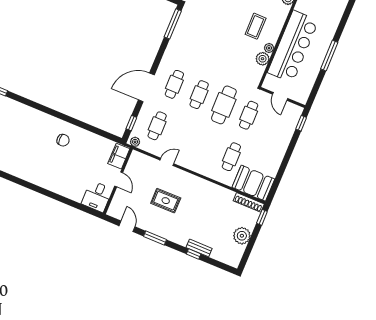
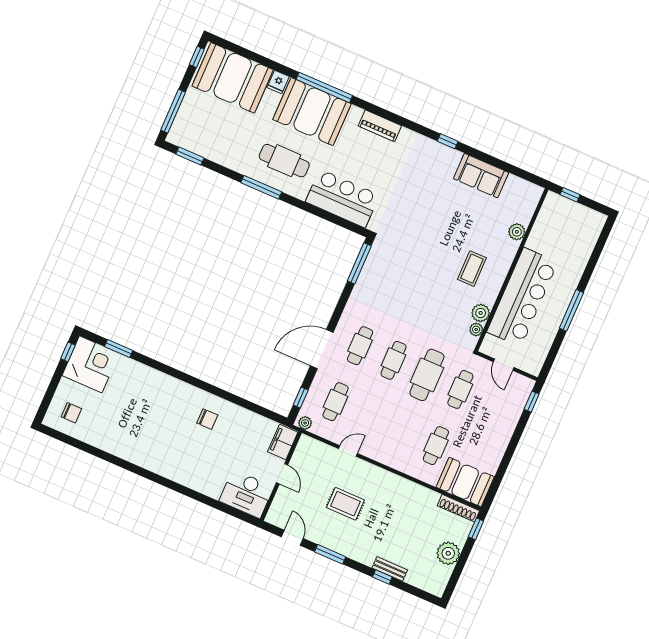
plant: (269, 48) -> (476, 329), moved
desk: (97, 196) -> (246, 494), width x1.37

